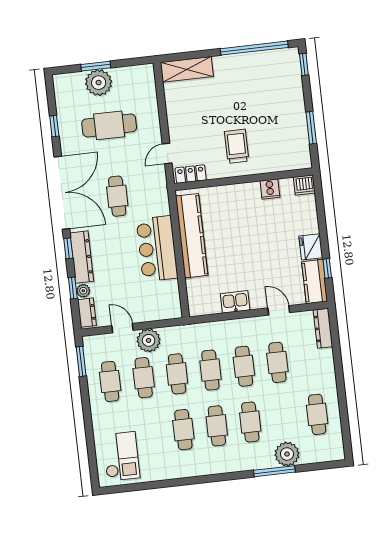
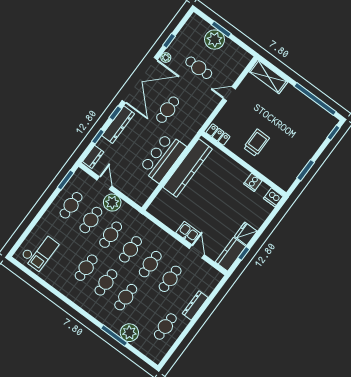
cafe table: (109, 125) -> (199, 68), width x0.73, depth x0.74
door: (167, 153) -> (229, 94), moved
plant: (83, 291) -> (166, 57), moved
kitchen sink: (235, 302) -> (188, 233), moved
dresser: (323, 328) -> (195, 306), moved

